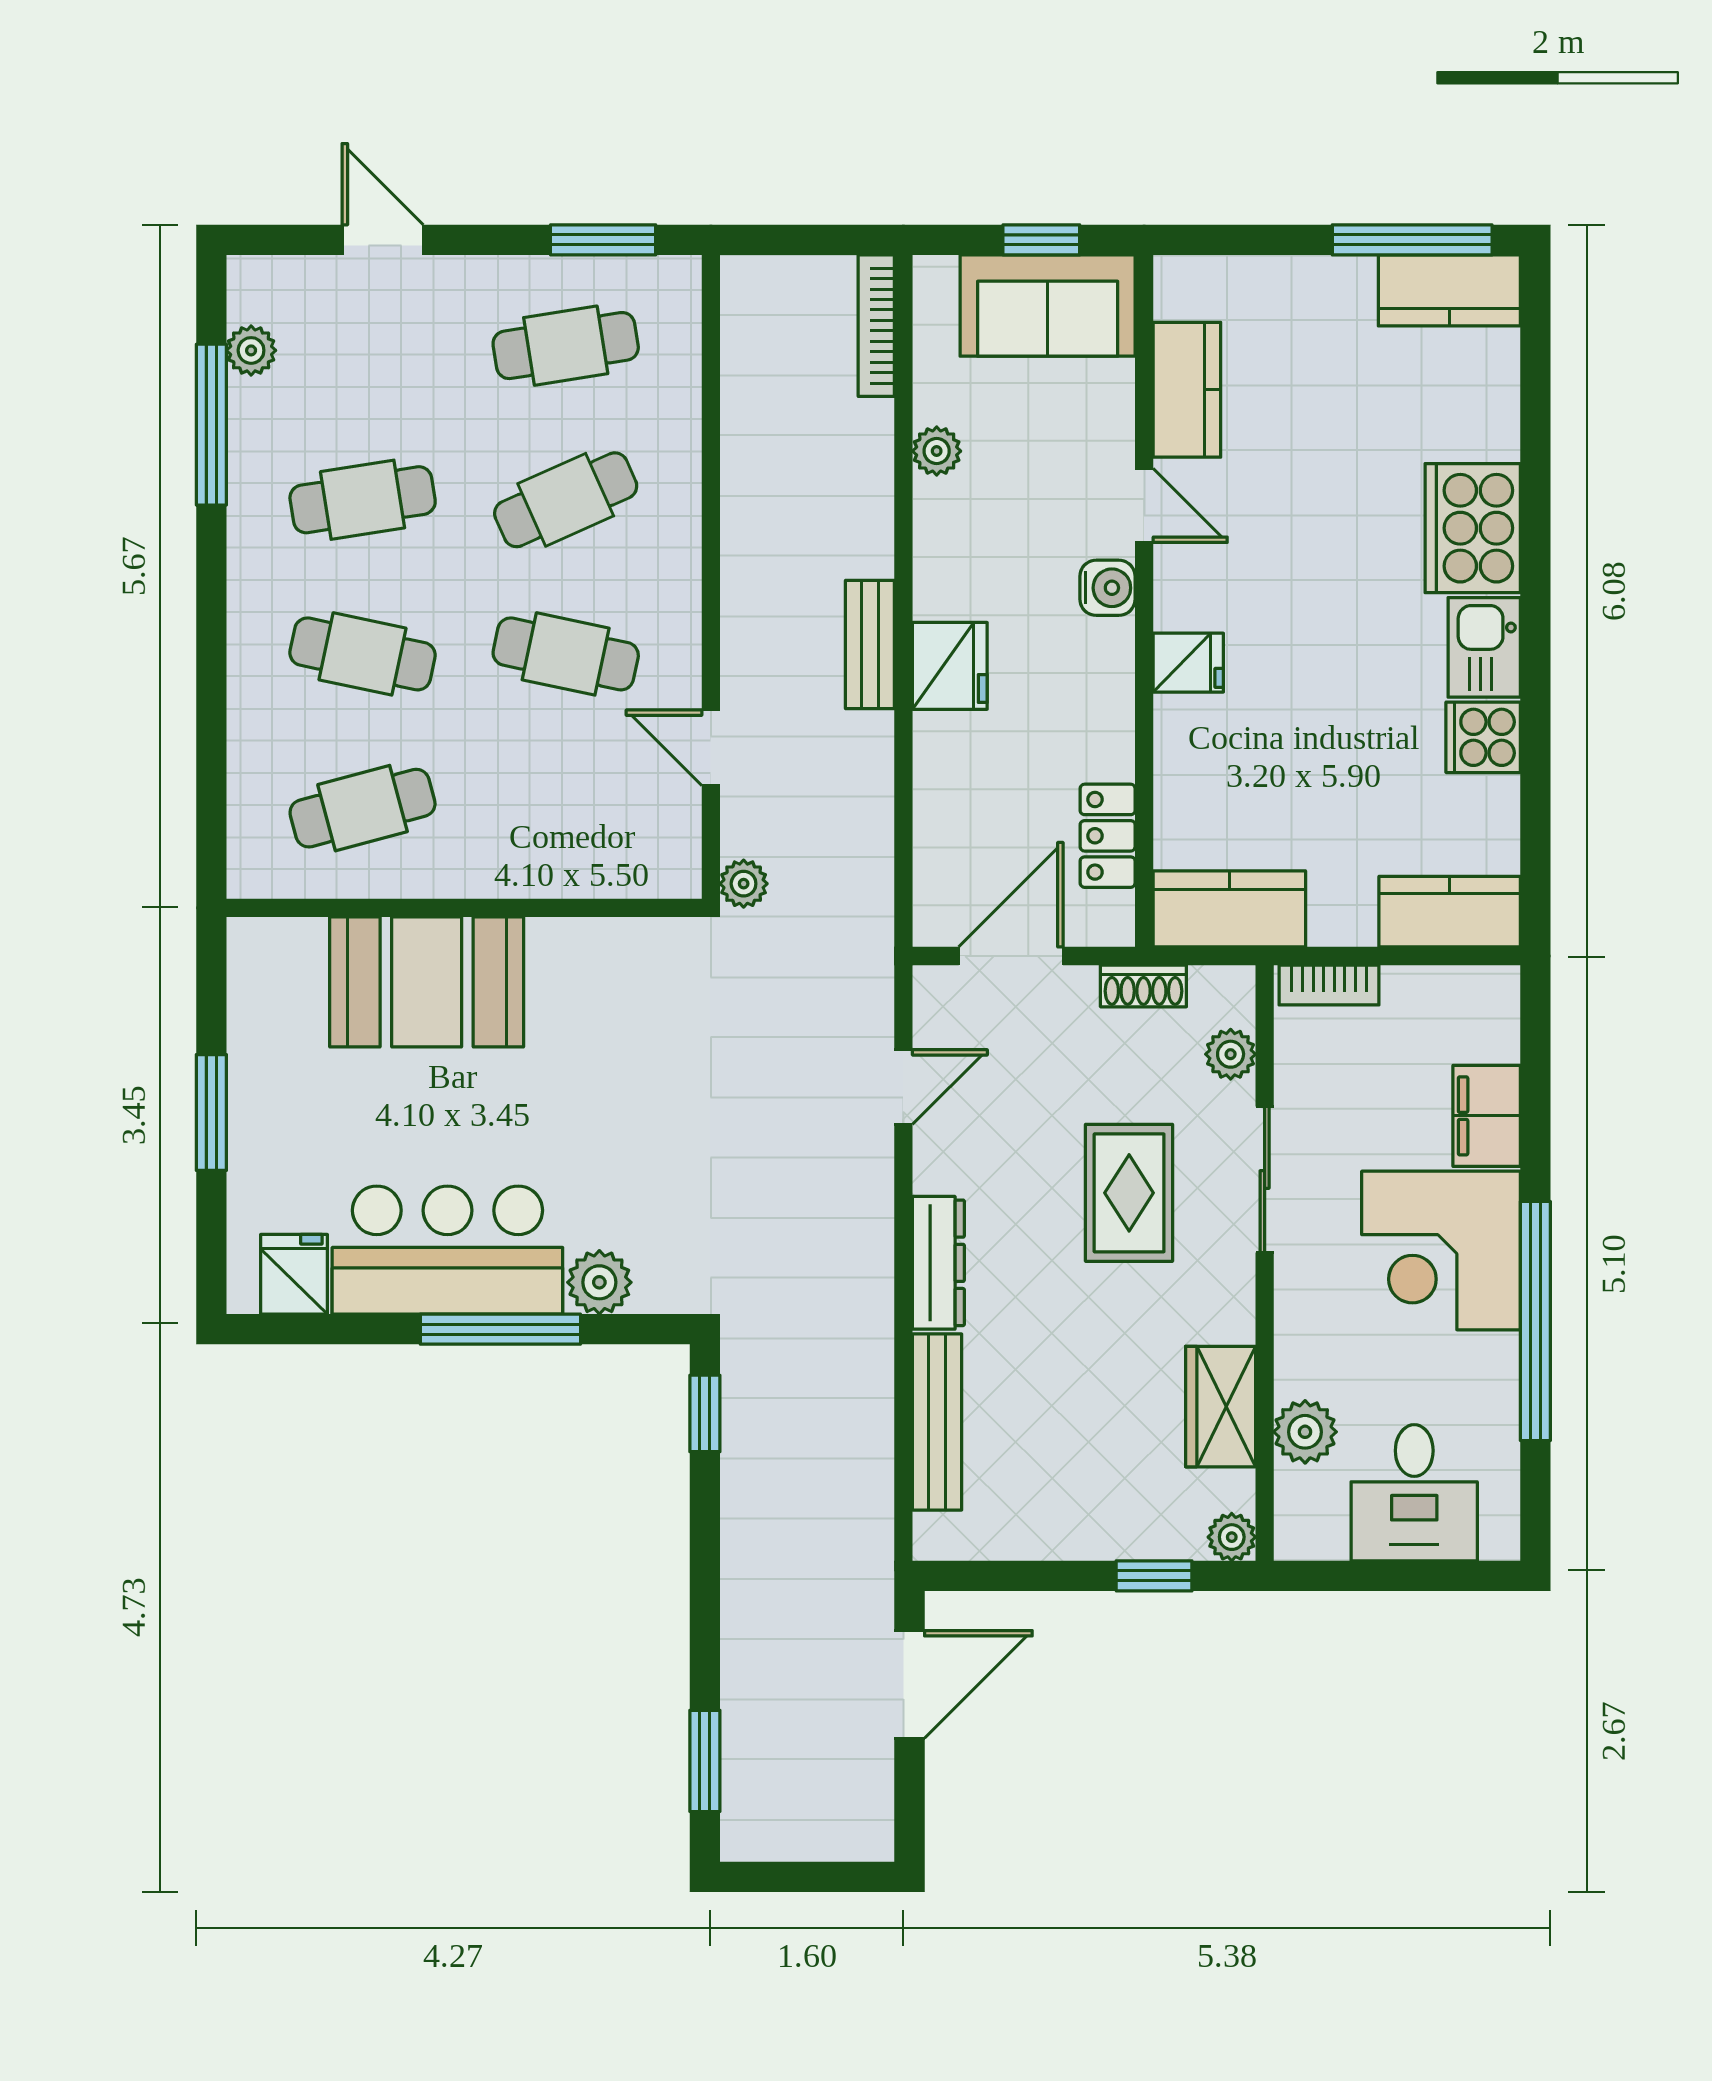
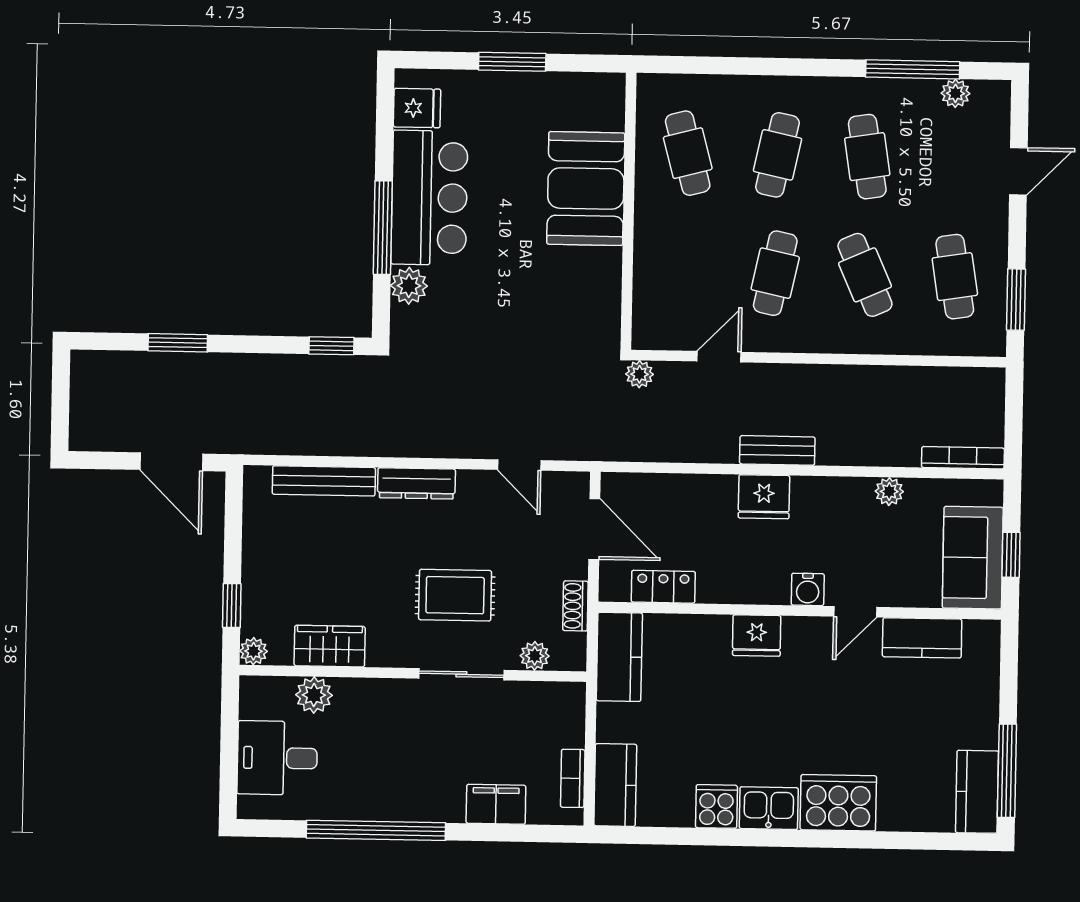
fridge: (1188, 663) -> (757, 636), width x1.38
bookcase: (1329, 985) -> (573, 778), moved
corner desk: (1441, 1251) -> (418, 776), removed
window: (705, 1761) -> (178, 343), moved

